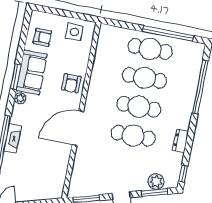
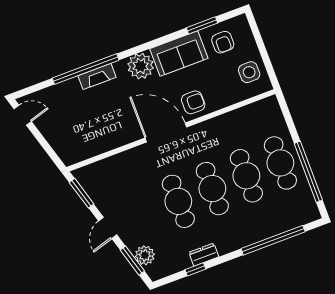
window: (16, 77) -> (202, 25), moved
armchair: (71, 83) -> (193, 102), turned 180
plant: (20, 98) -> (141, 66), width x1.88, depth x1.88
door: (78, 128) -> (166, 132), moved
window: (183, 174) -> (195, 269), moved

